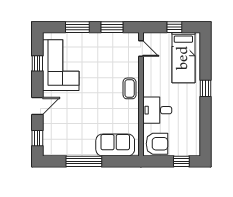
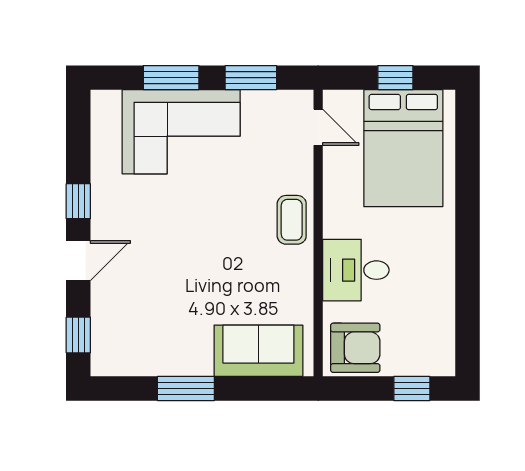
bed: (183, 58) -> (403, 148), width x1.50
window: (37, 63) -> (78, 201), moved
corner sofa: (61, 65) -> (181, 132), moved, turned 90
window: (205, 88) -> (468, 220), removed
window: (84, 161) -> (186, 388), width x0.69

